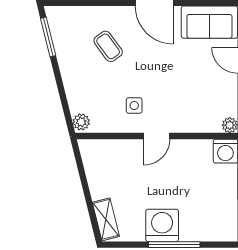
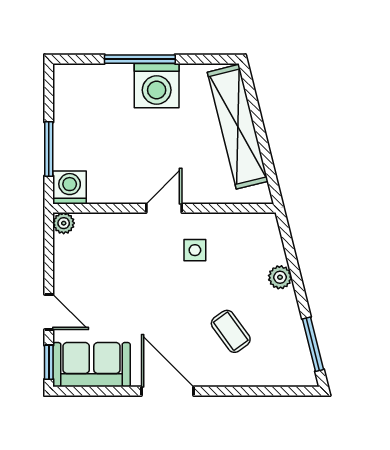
plant: (81, 122) -> (280, 277), moved
shelving: (106, 219) -> (238, 127), width x2.20, depth x1.33

